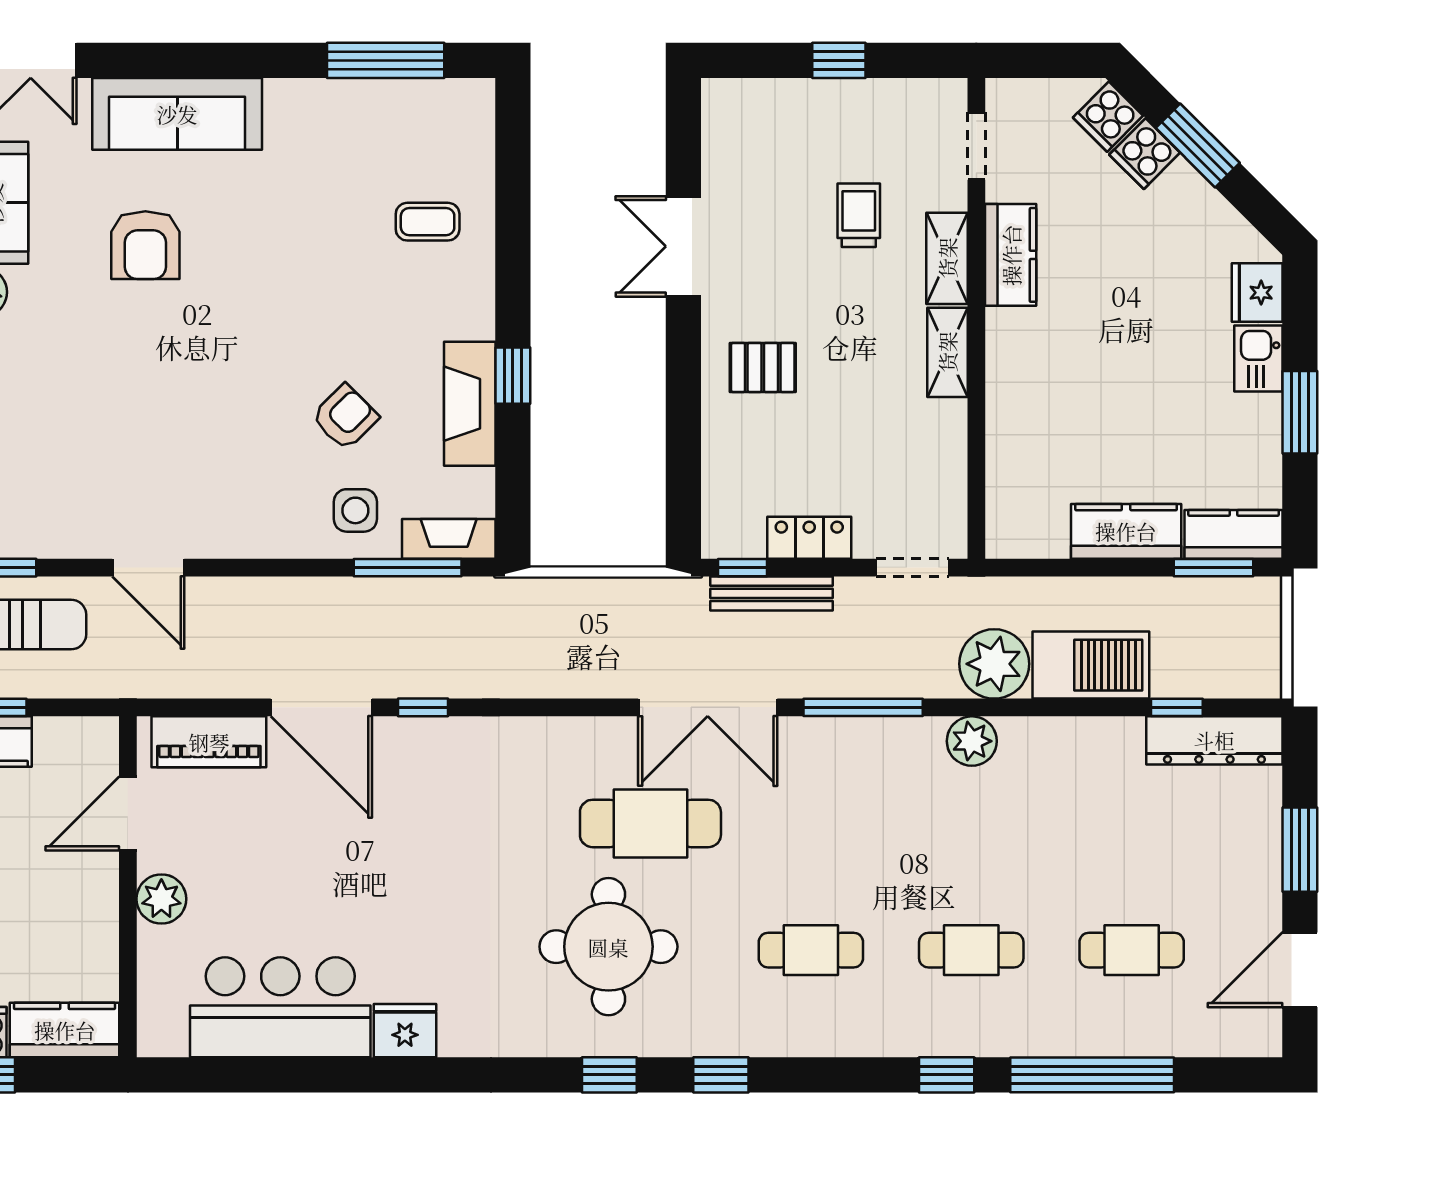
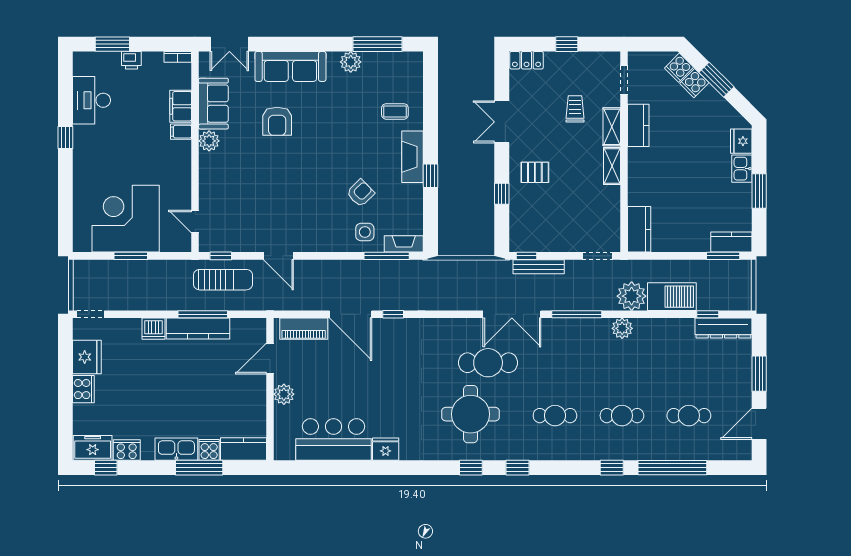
plant: (322, 103) -> (351, 62), added
fireplace: (470, 404) -> (413, 157), moved
window: (683, 419) -> (502, 194), added
kitchen counter: (1126, 531) -> (639, 229), moved, turned 90
locker: (809, 538) -> (527, 60), moved, turned 180

